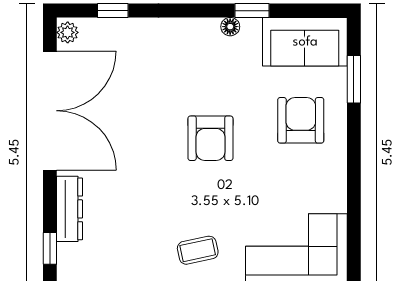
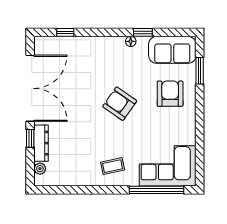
plant: (68, 32) -> (40, 169), moved
armchair: (210, 138) -> (120, 104), turned 125
window: (50, 248) -> (30, 138), moved

